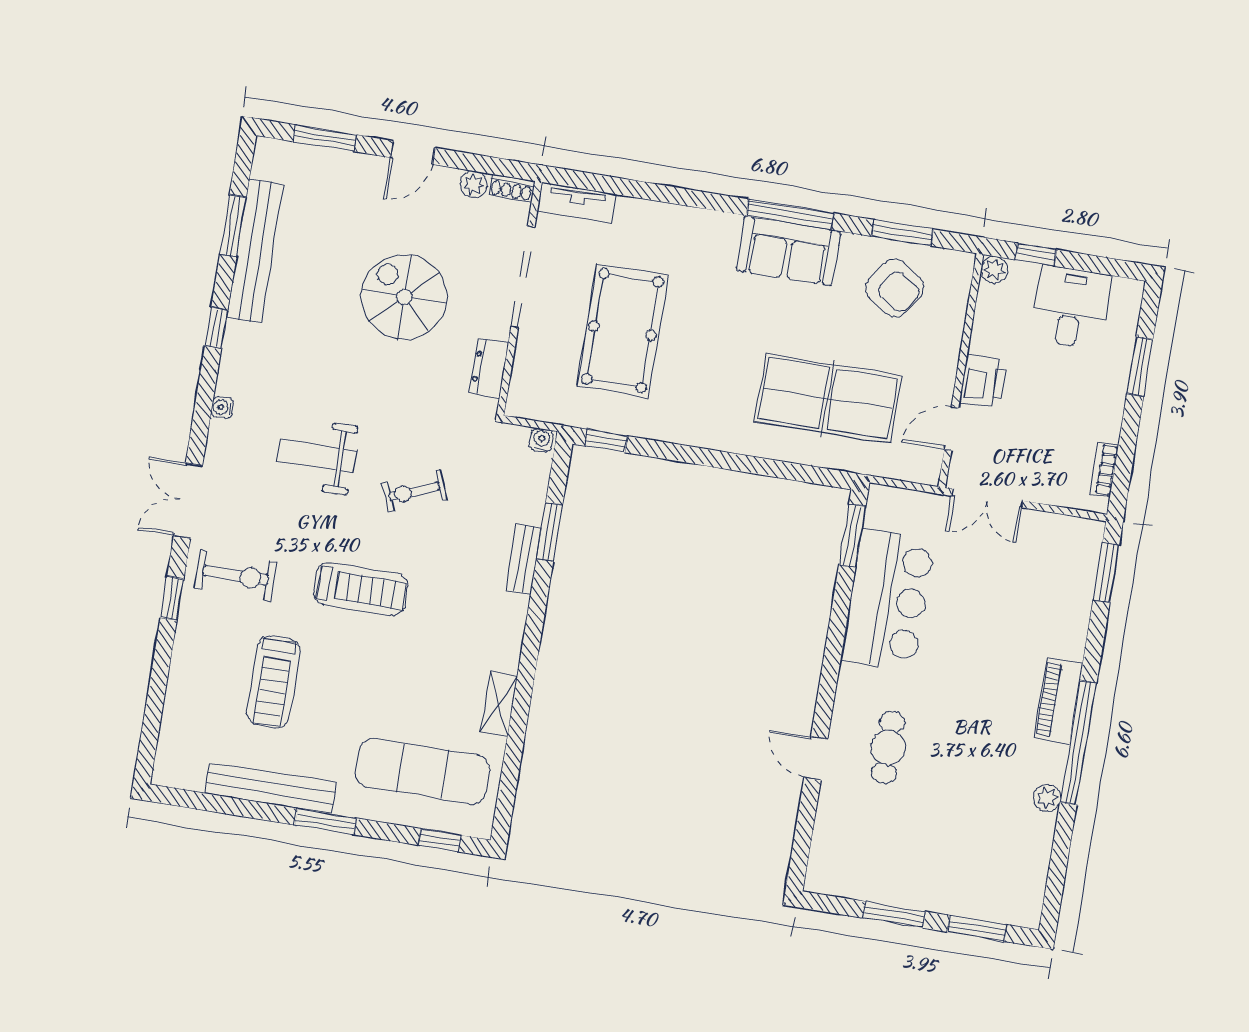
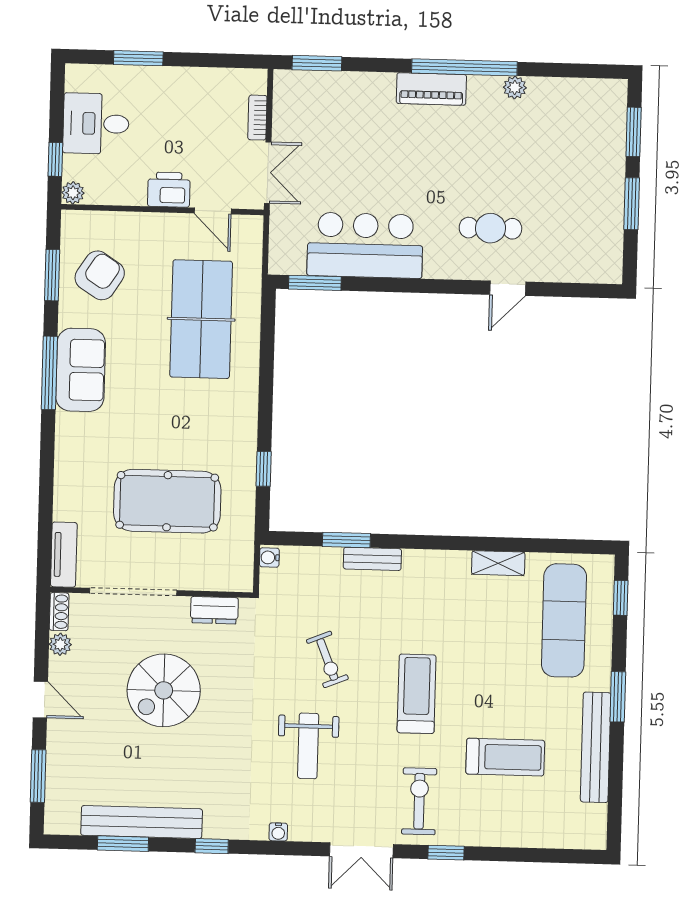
window: (606, 441) -> (264, 469), moved
bookcase: (1104, 469) -> (257, 118), moved, turned 90

